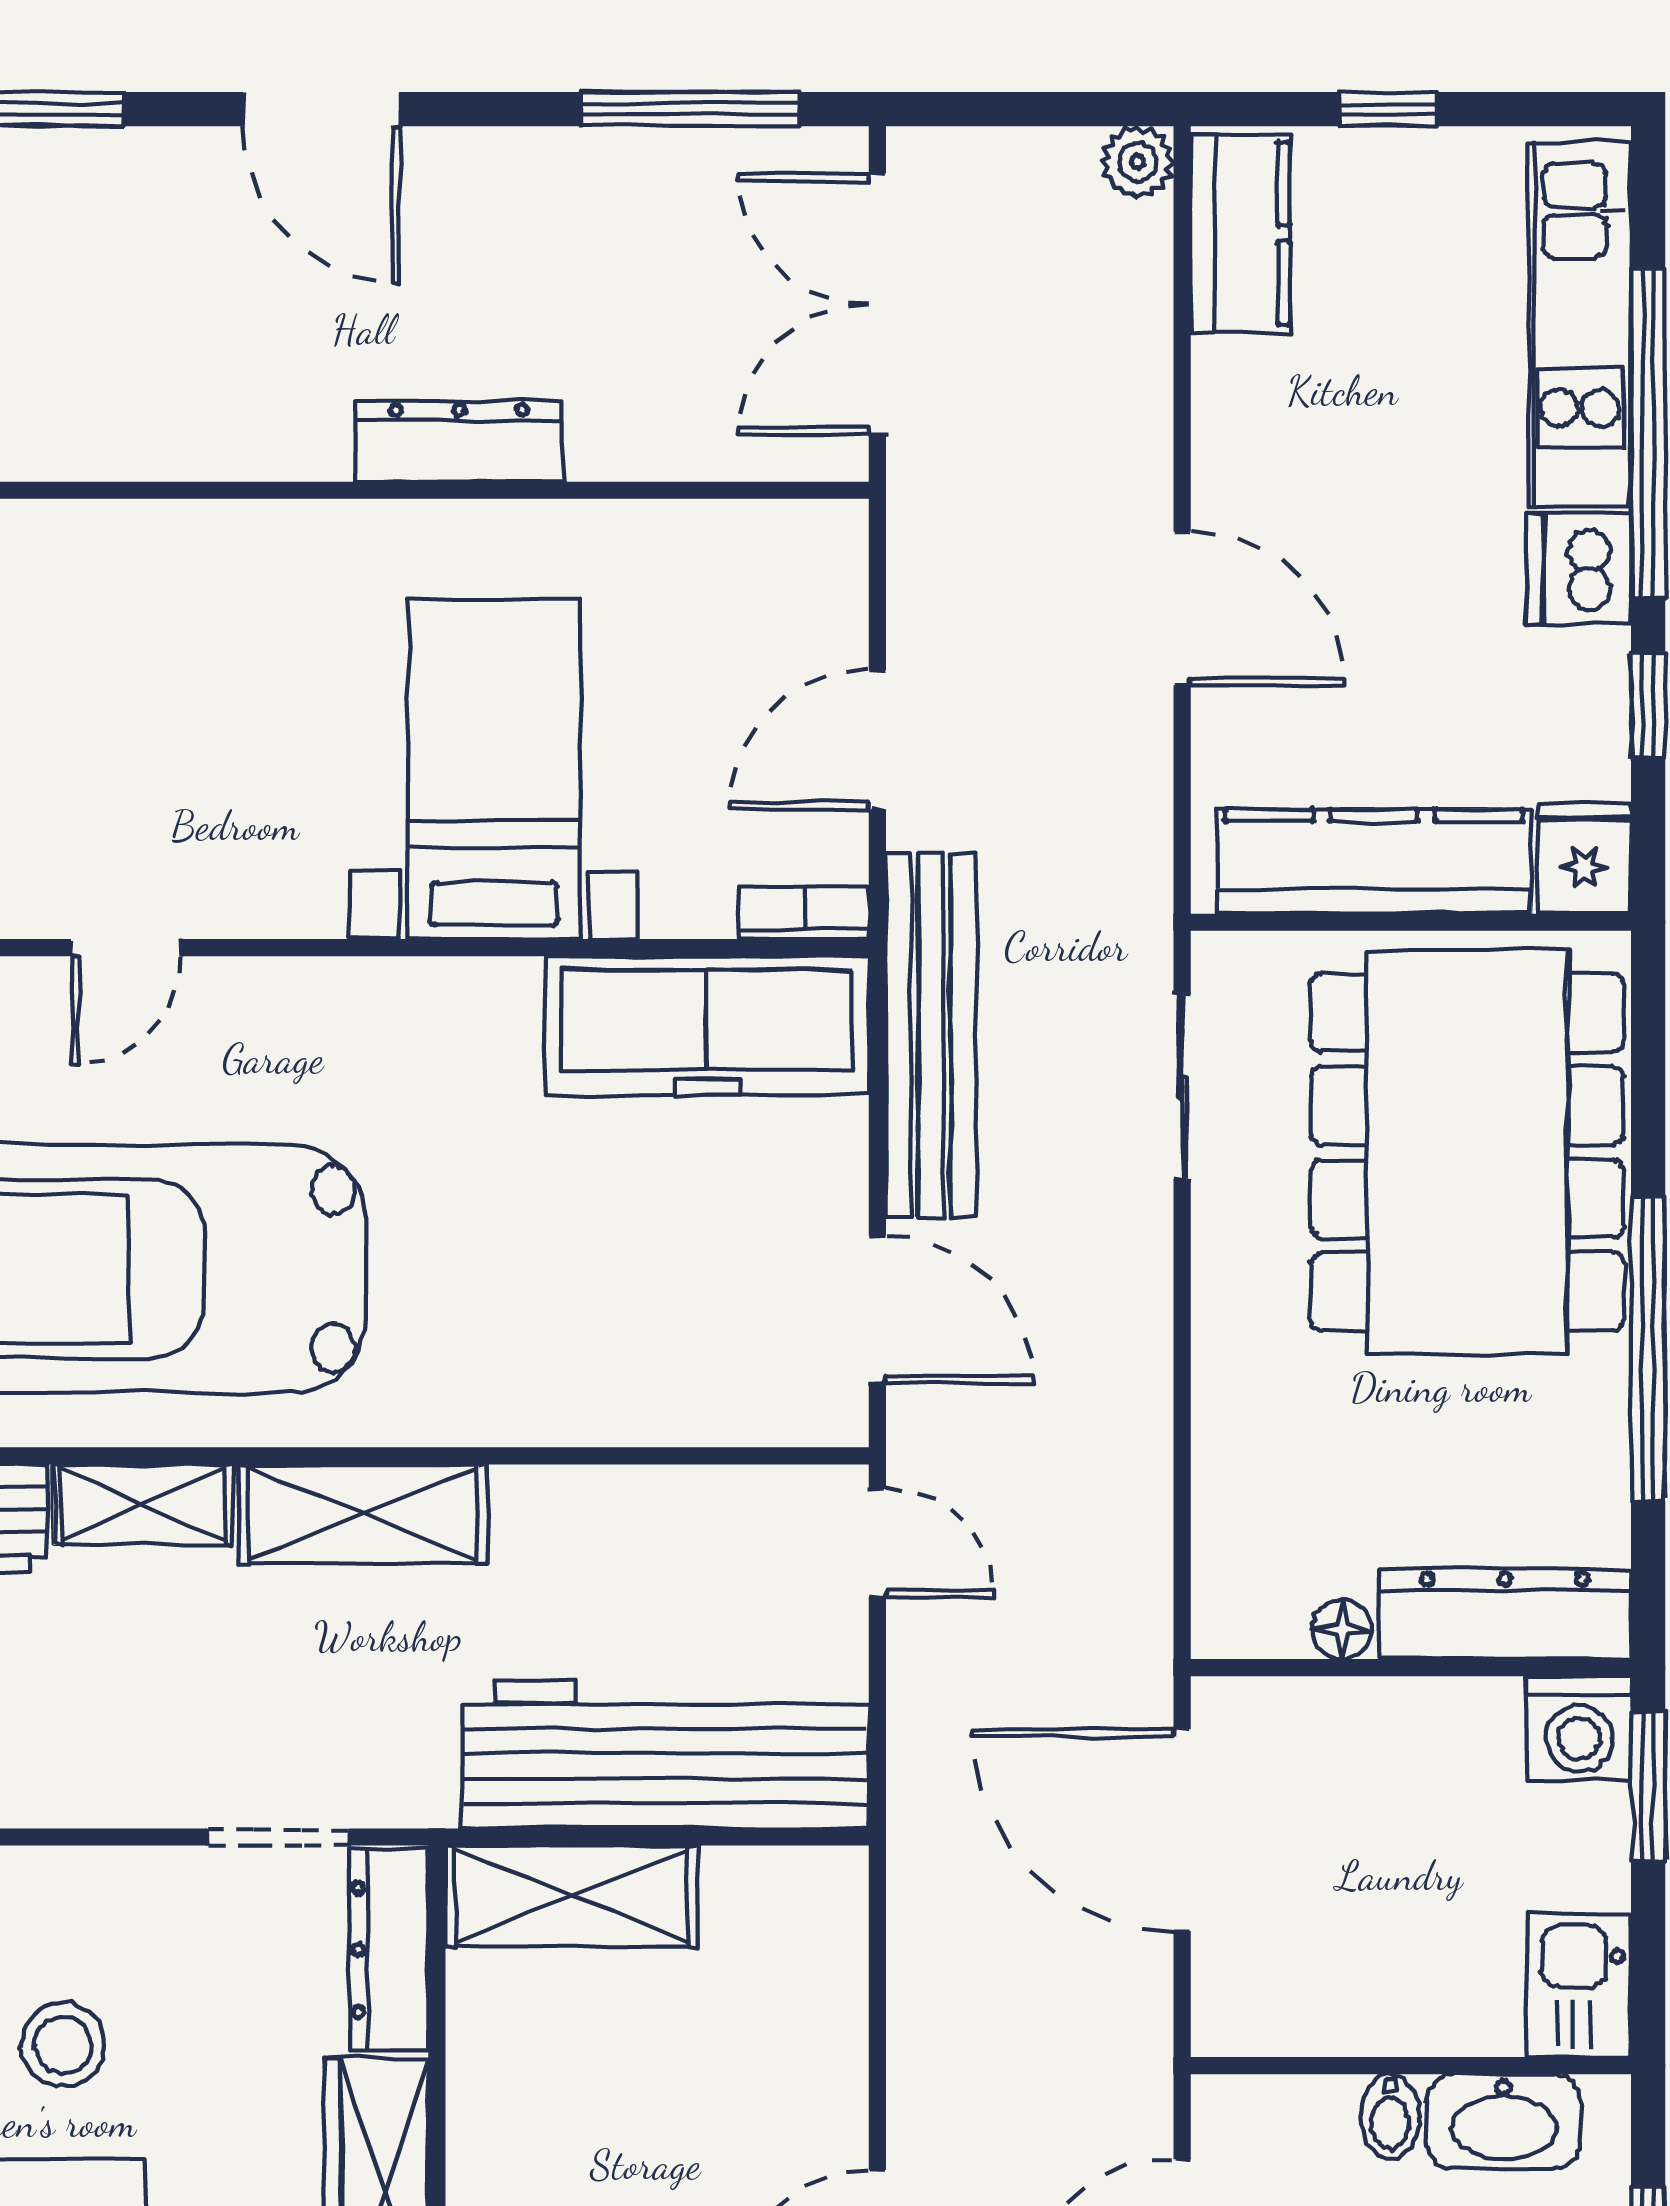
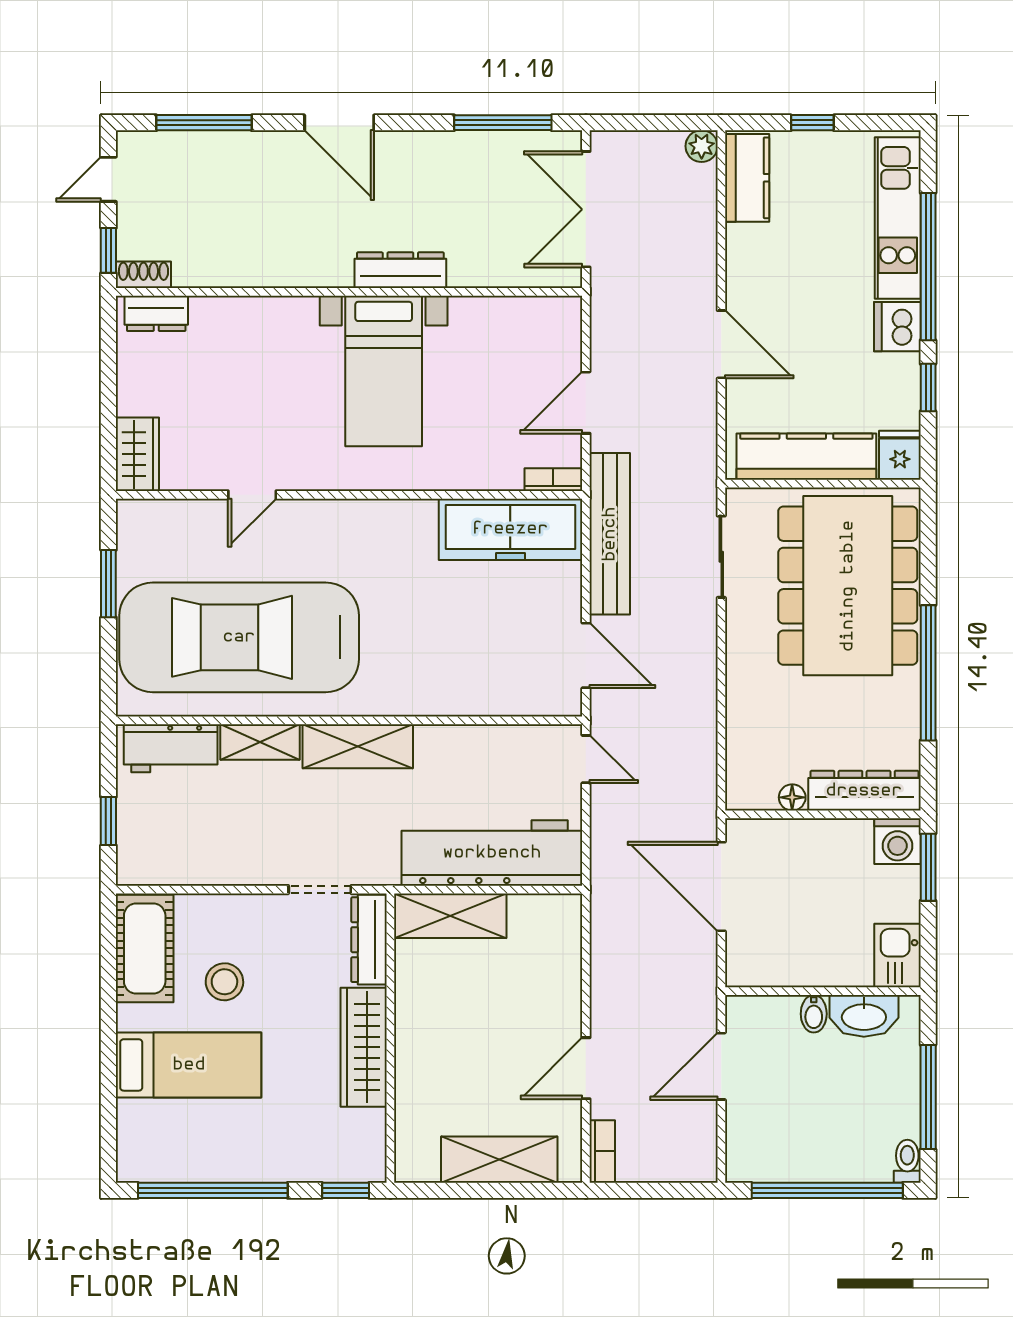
bed with nightstands: (494, 769) -> (384, 371), moved, turned 180

